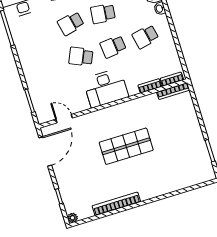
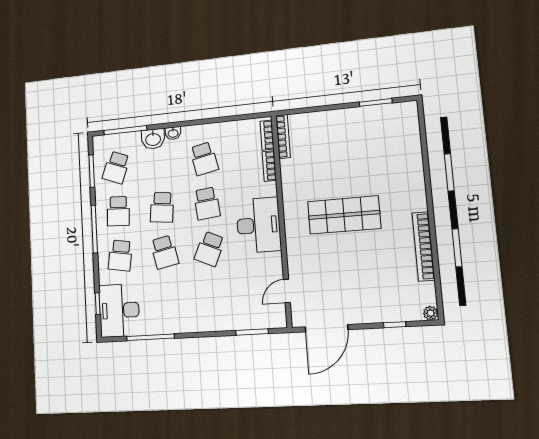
shop shelf: (126, 146) -> (344, 215), turned 90
door: (45, 151) -> (326, 328), swing flipped

